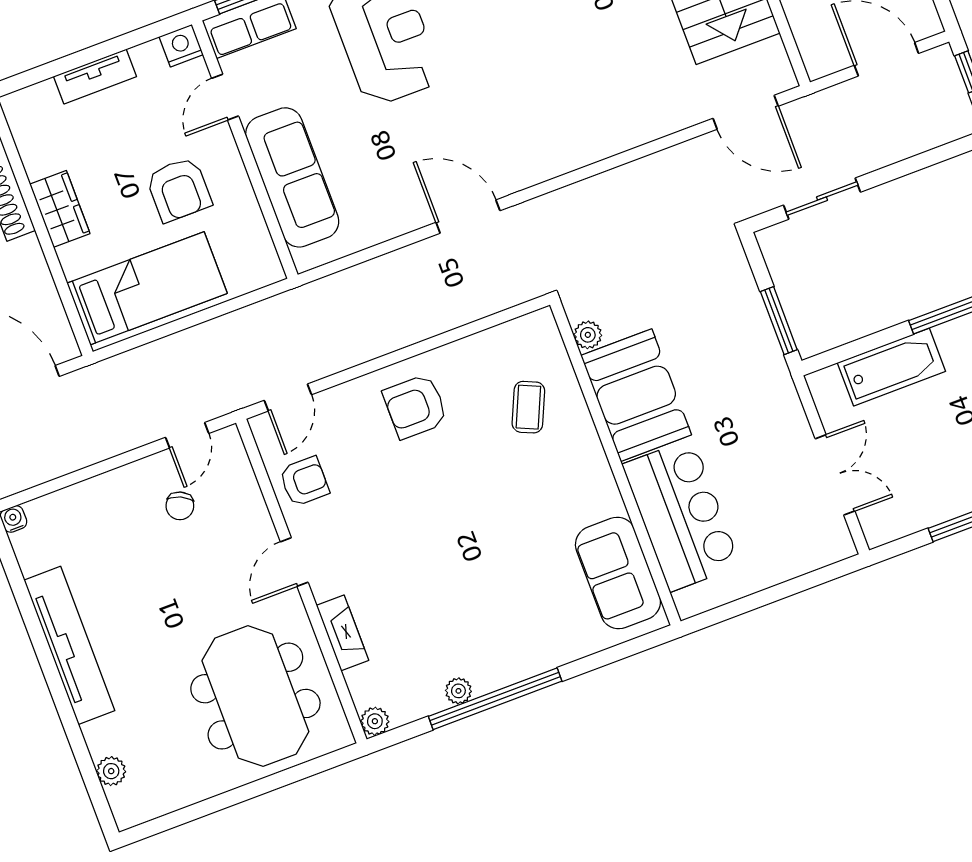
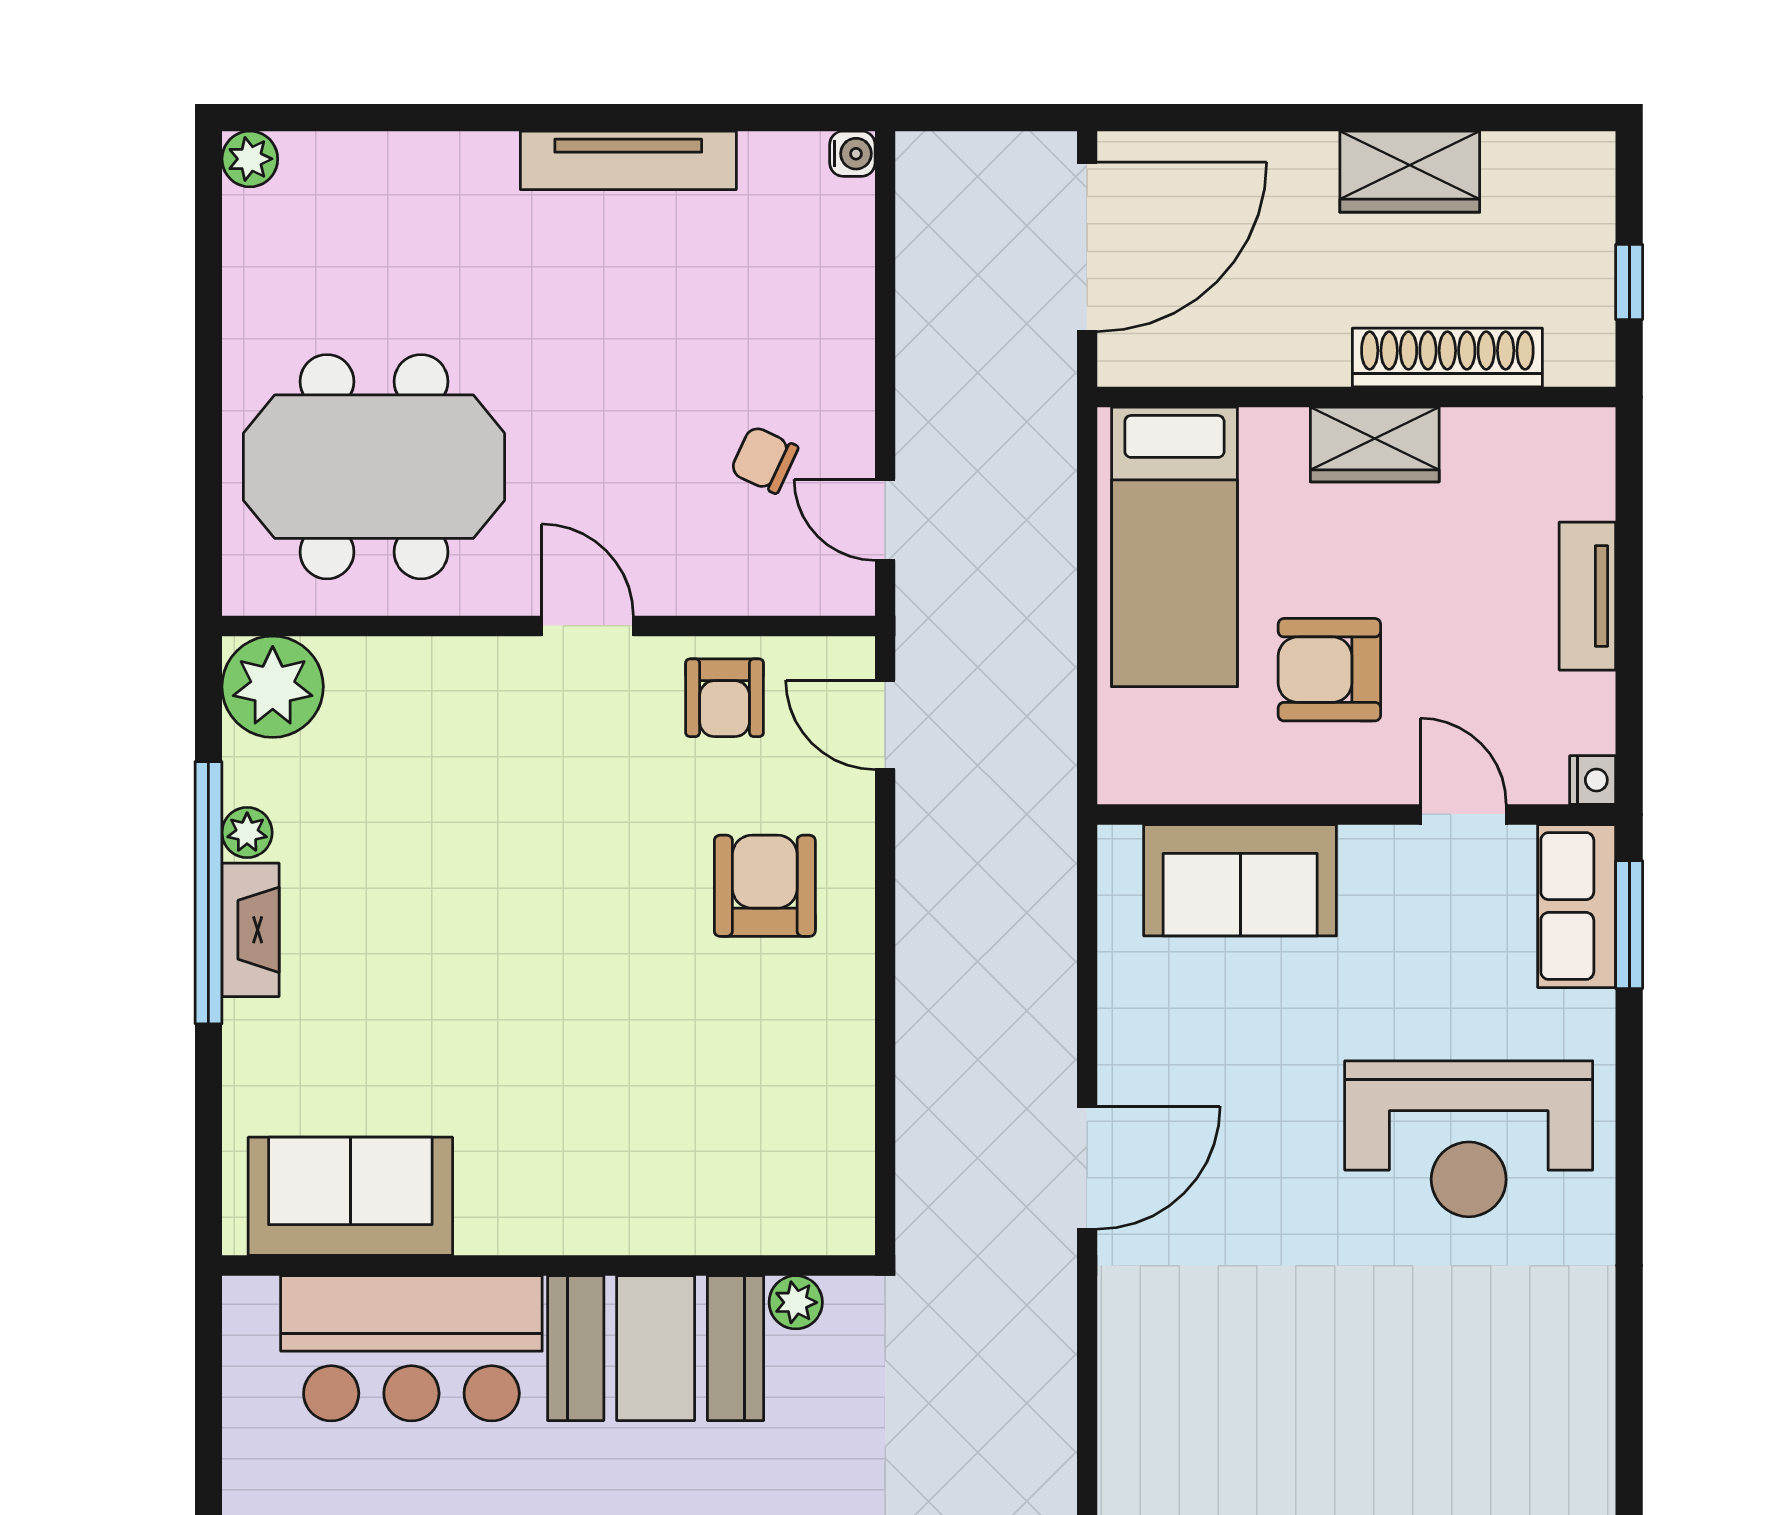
nightstand: (181, 46) -> (1593, 780), width x0.72, depth x0.74
sofa: (292, 177) -> (1240, 880), width x0.73
armchair: (415, 406) -> (765, 886), moved
coffee table: (528, 407) -> (707, 1148), removed
fireplace: (343, 633) -> (250, 930), moved, turned -90
tv unit: (69, 645) -> (628, 160), width x0.73, depth x0.78
plant: (375, 721) -> (273, 687), width x1.87, depth x1.87
plant: (111, 771) -> (250, 159), moved

